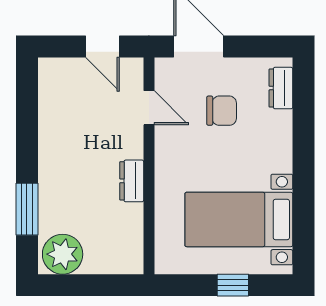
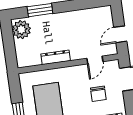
dresser: (132, 181) -> (56, 57), width x1.44

